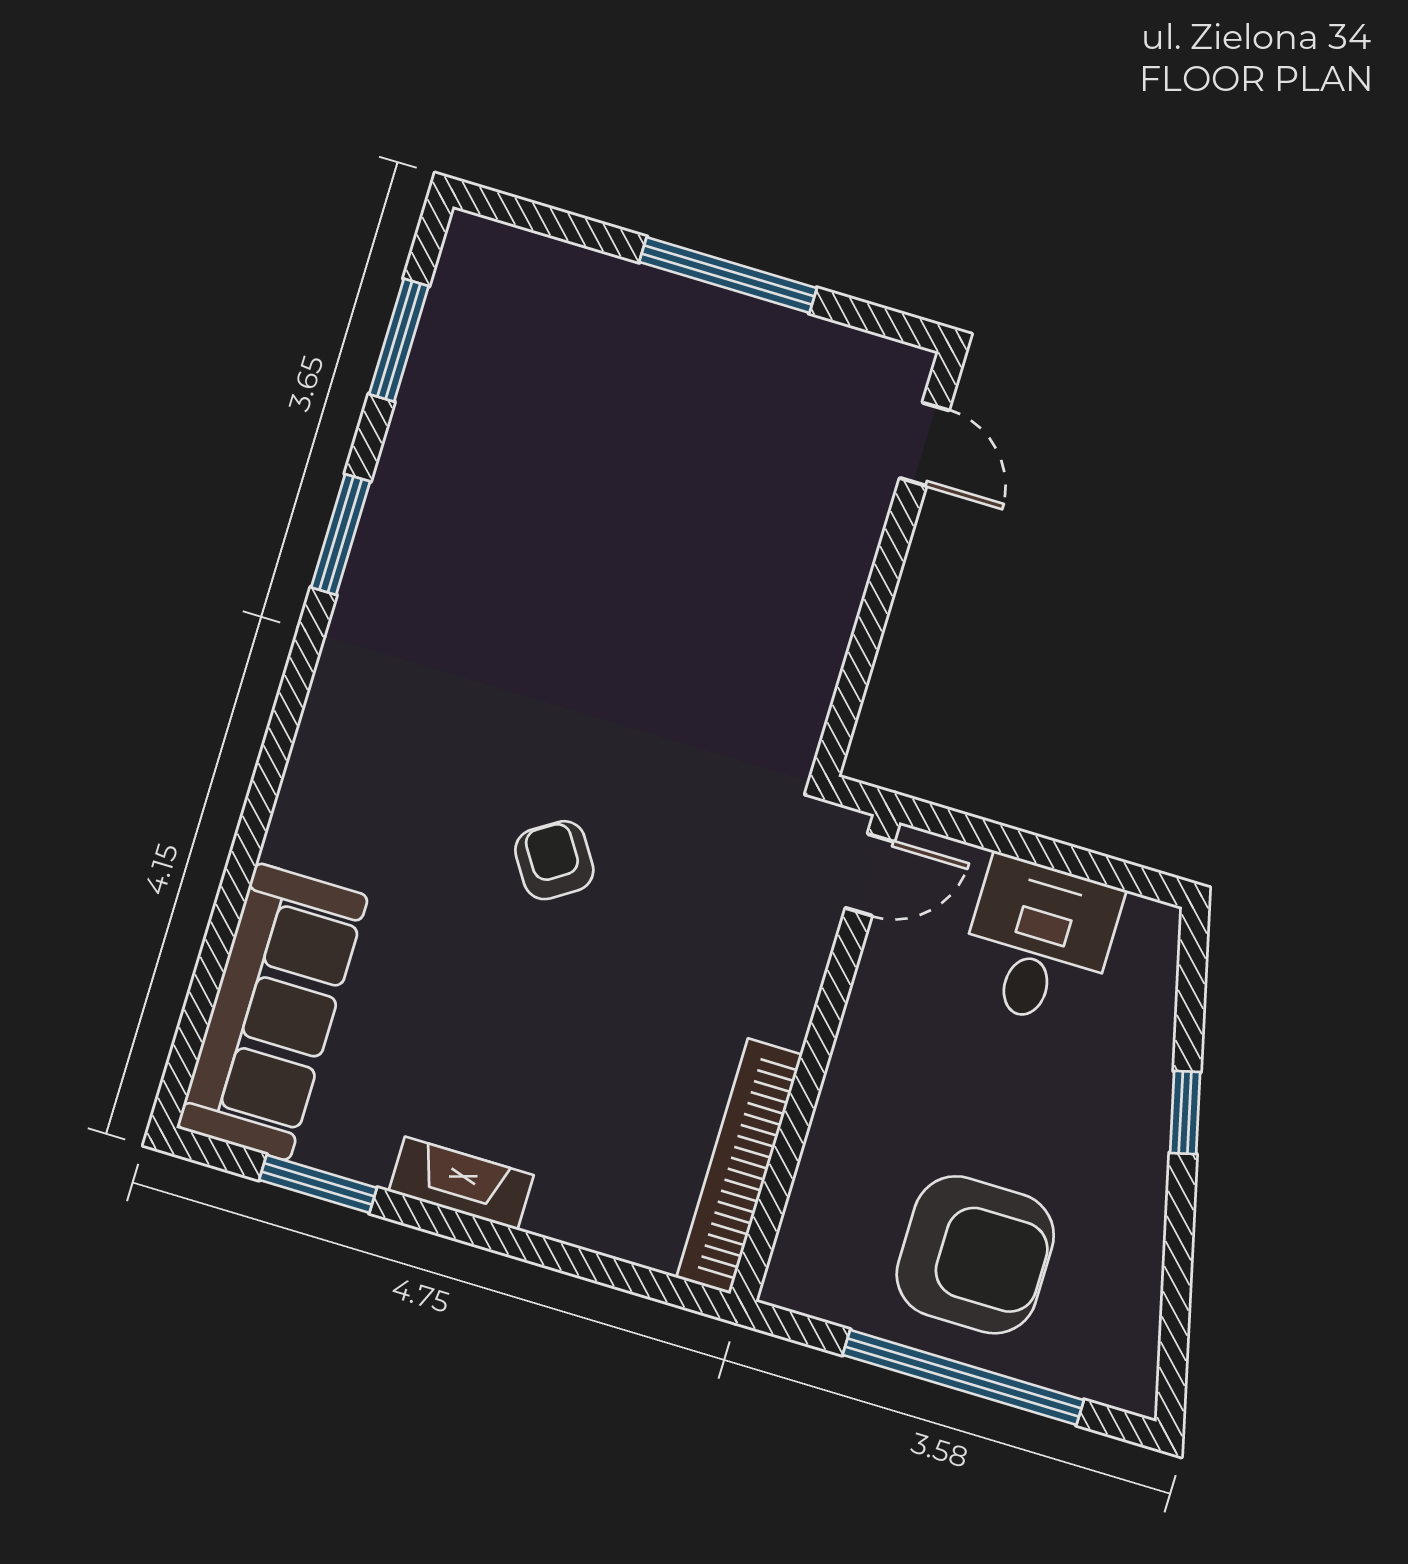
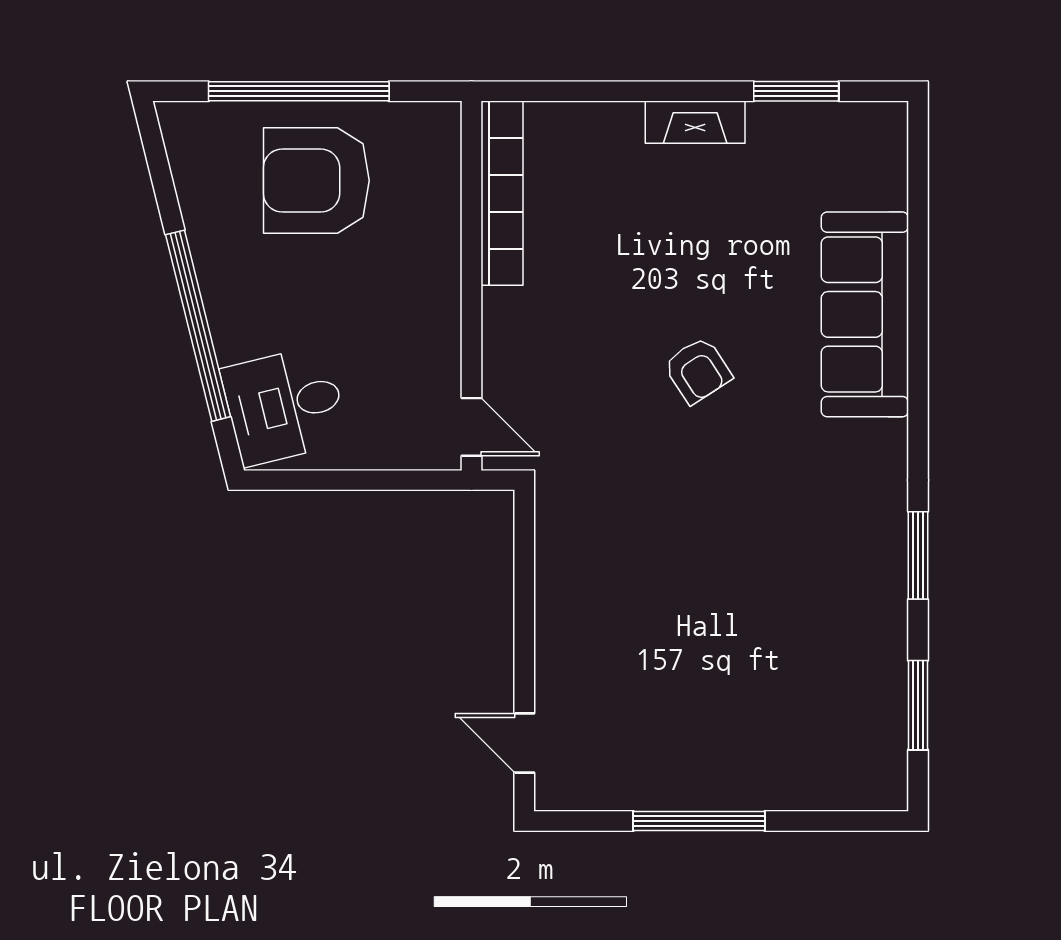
door: (870, 875) -> (471, 427), swing flipped
desk: (1039, 942) -> (285, 405), moved, turned 76
sofa: (273, 1012) -> (865, 314), moved
window: (1185, 1113) -> (198, 326), width x3.17

